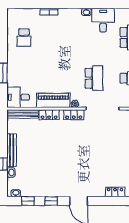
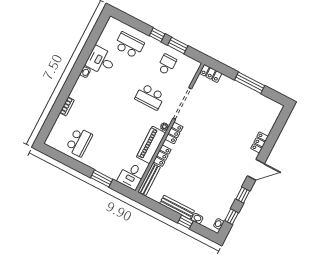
school desk: (24, 38) -> (79, 142), width x1.85
school desk: (94, 78) -> (150, 97), turned 180
locker: (115, 192) -> (259, 142), moved

